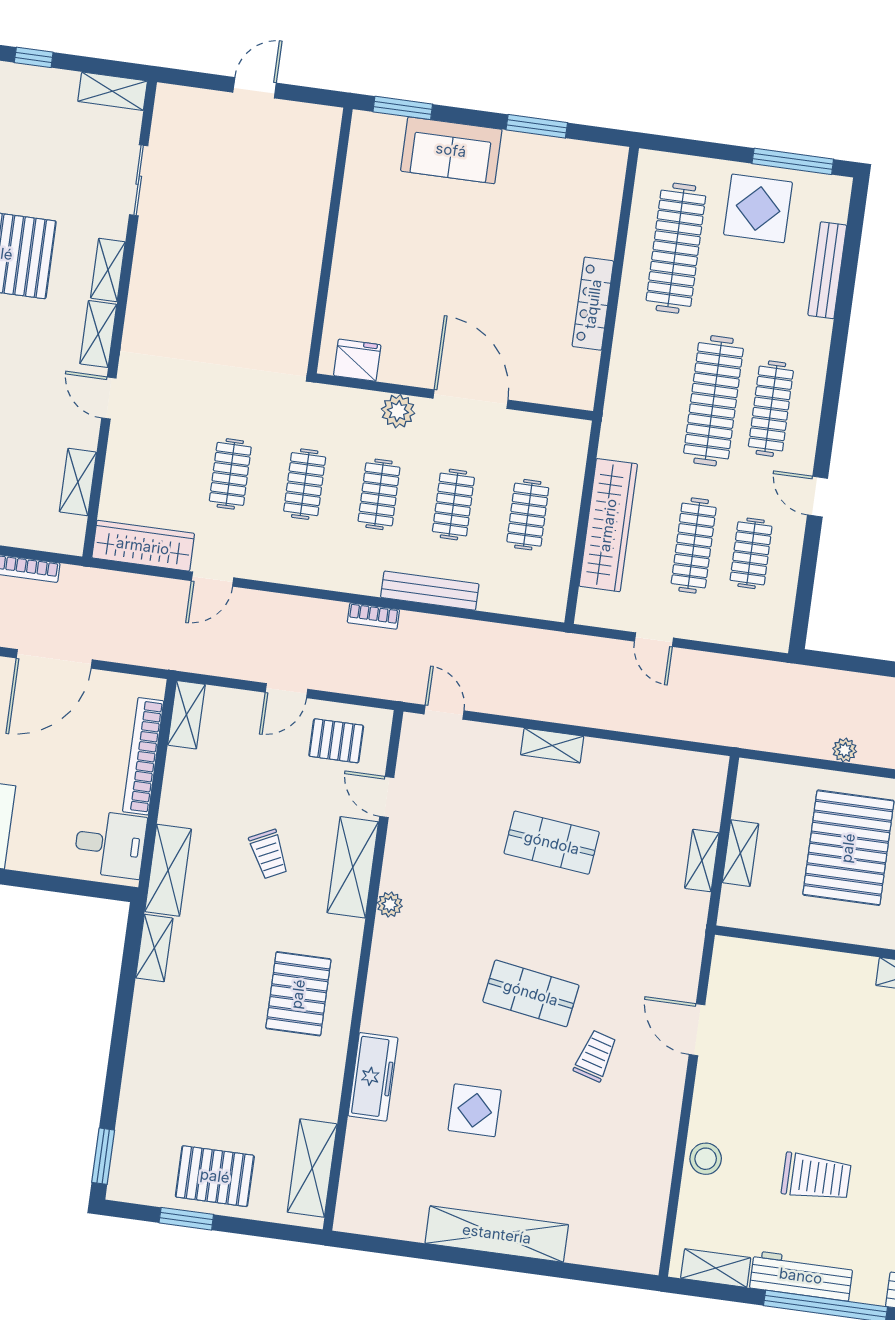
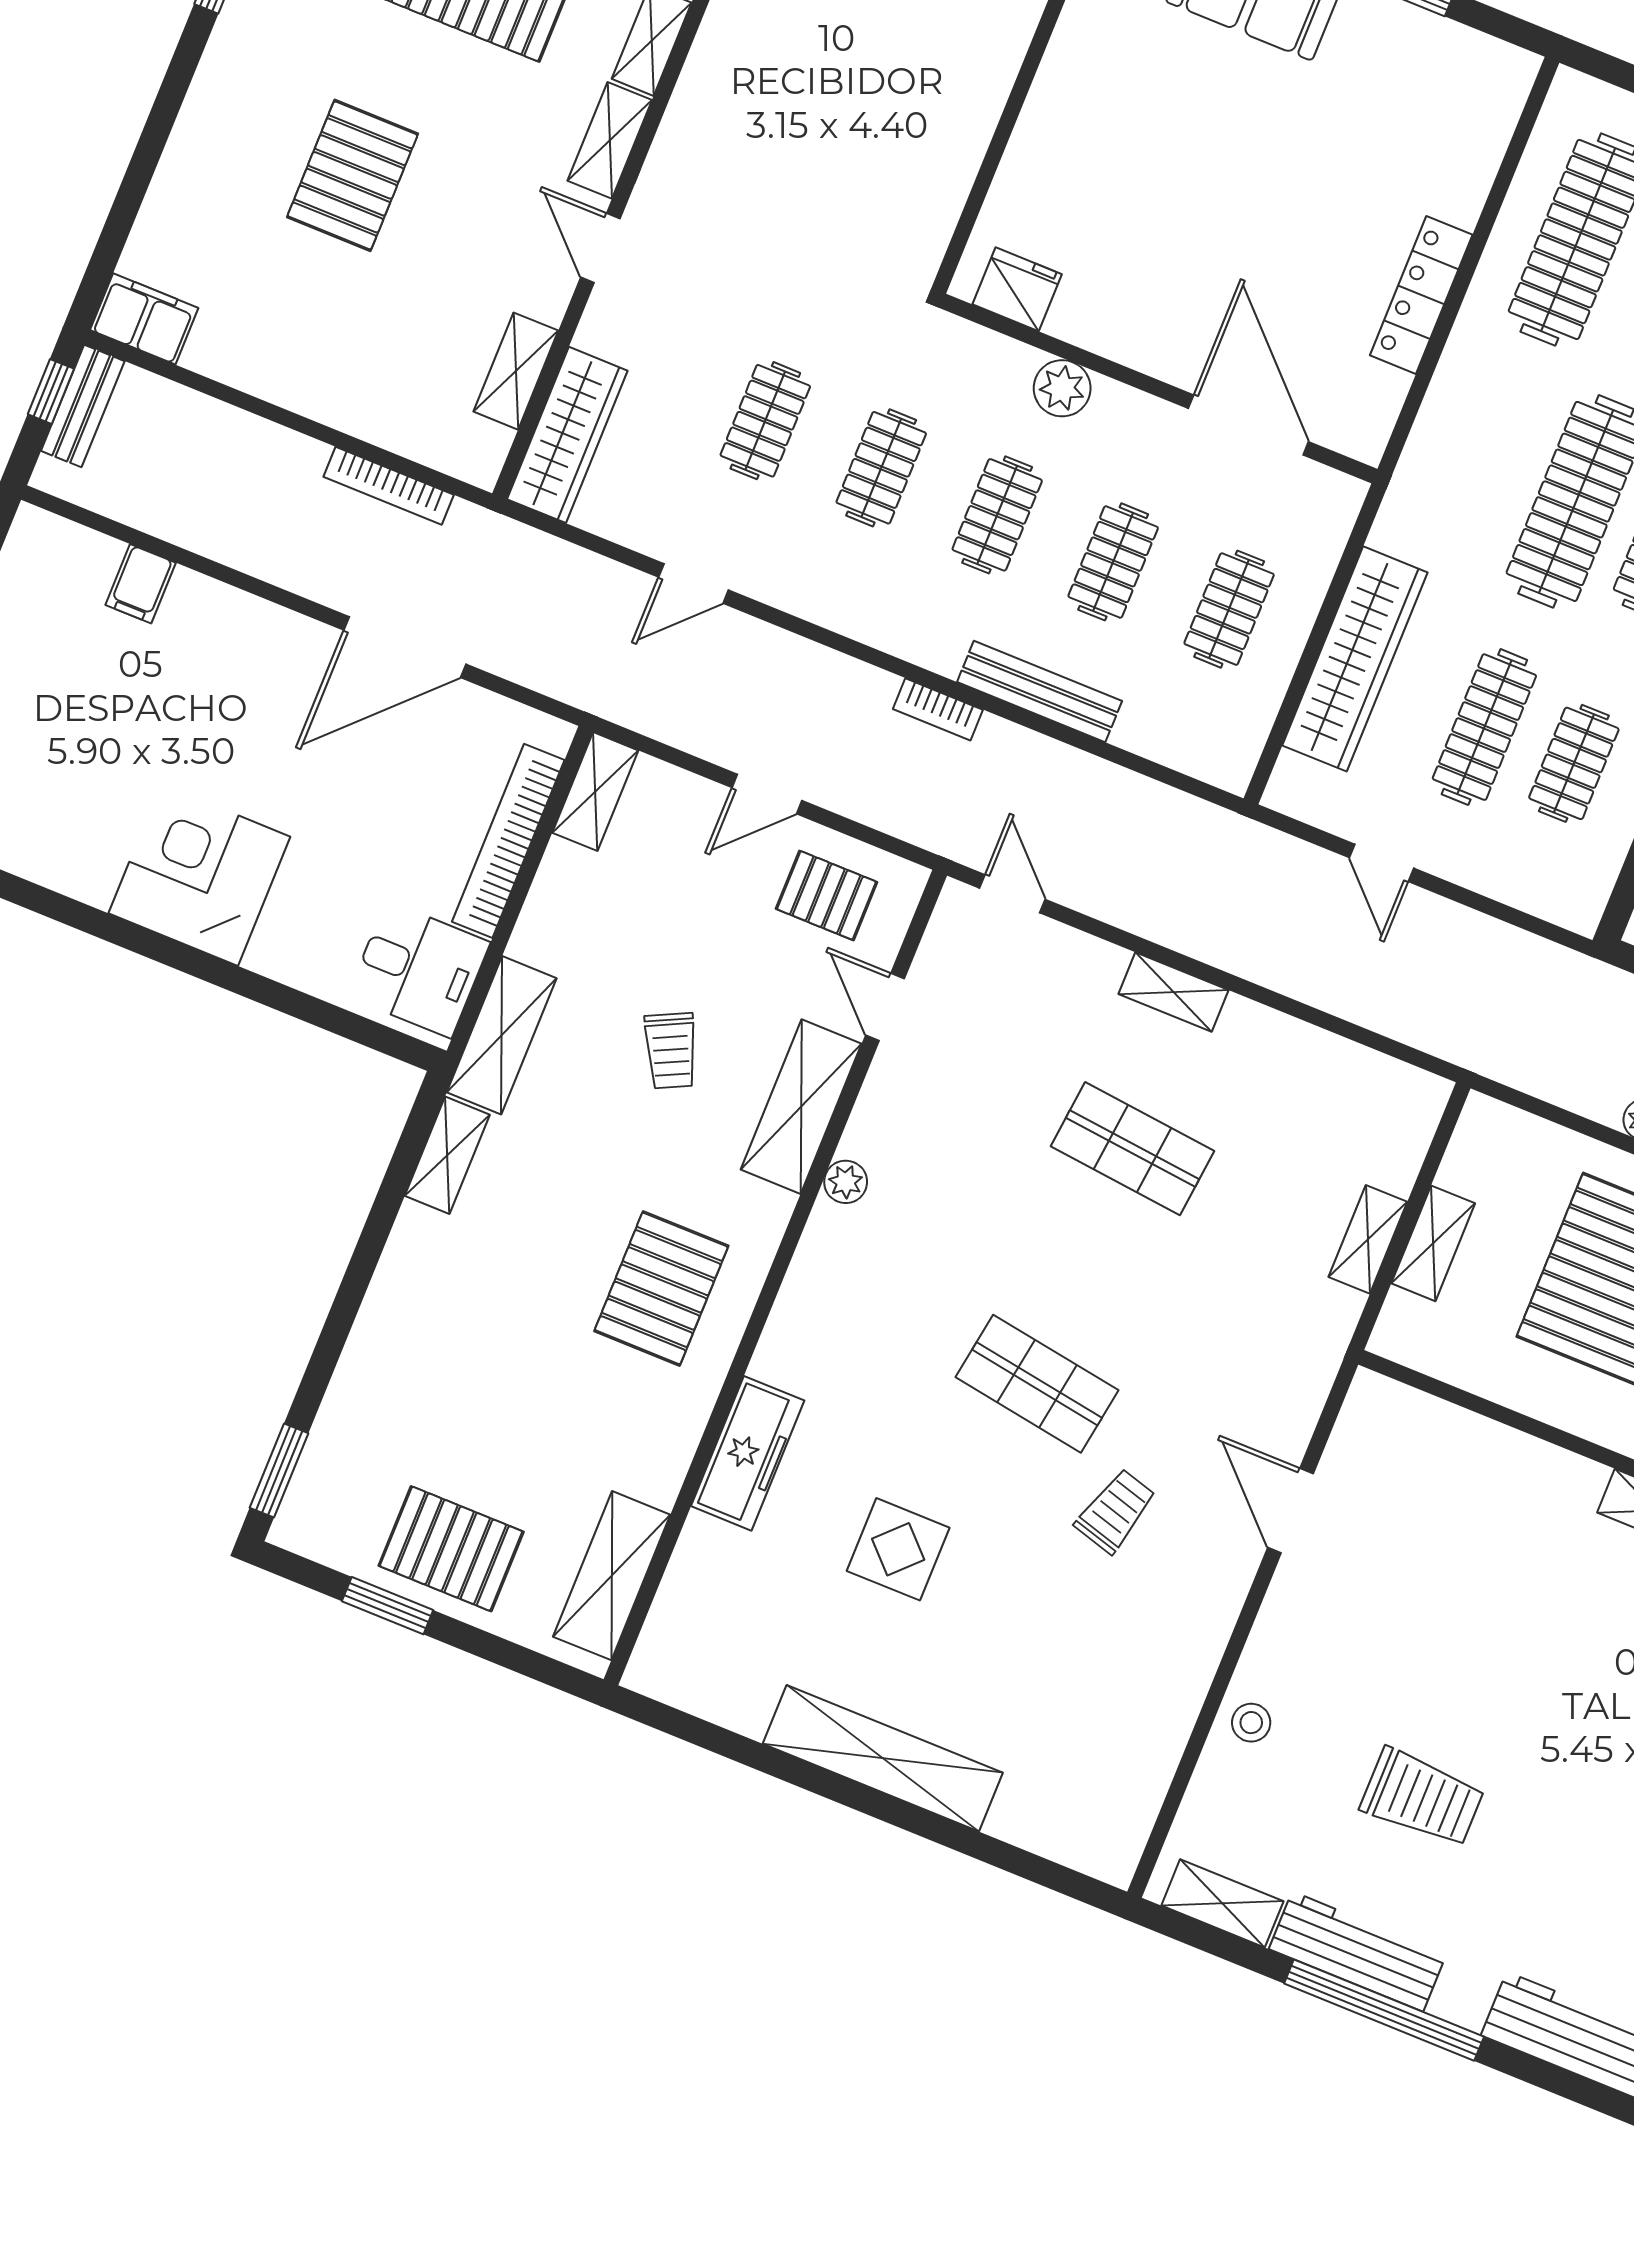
door: (470, 399) -> (1248, 425), moved
wardrobe: (143, 546) -> (567, 435), moved, turned 90
stool: (706, 1159) -> (1251, 1723), width x0.73, depth x0.73

